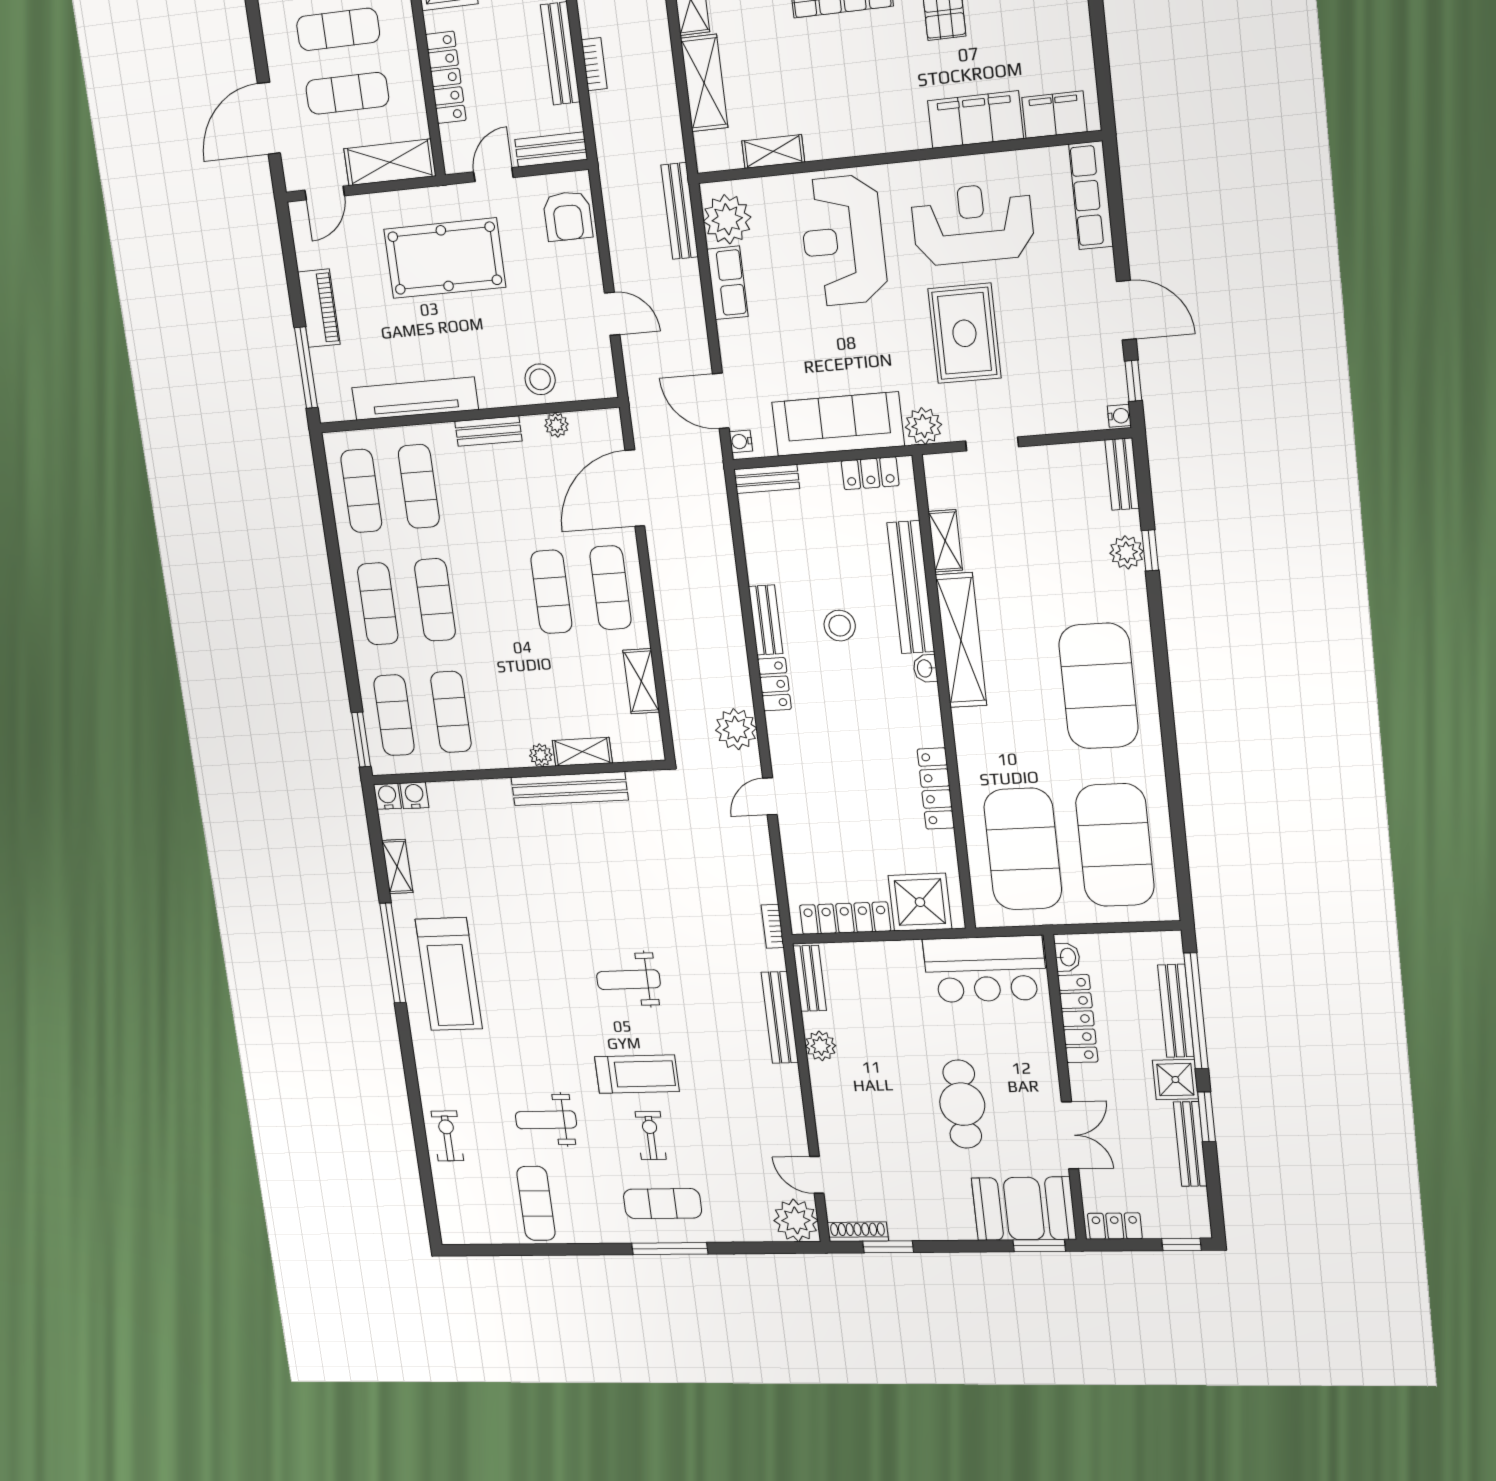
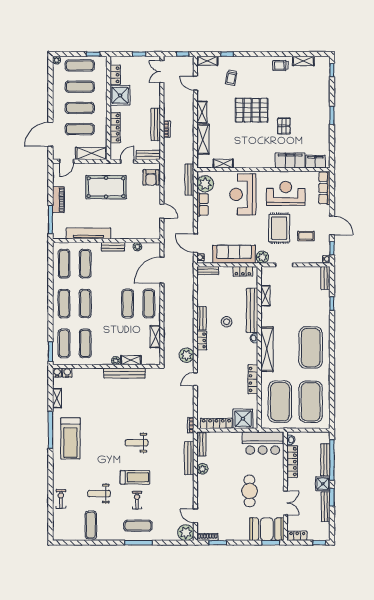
coffee table: (1049, 350) -> (306, 236), added
stool: (540, 379) -> (134, 231), removed
plant: (1127, 552) -> (324, 304), removed
shelving: (961, 640) -> (267, 349), moved

